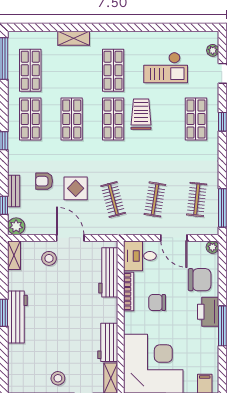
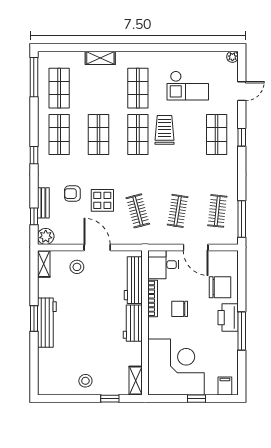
plant: (213, 50) -> (232, 57), moved
plant: (212, 247) -> (232, 256), removed
workbench: (108, 342) -> (133, 323), moved

